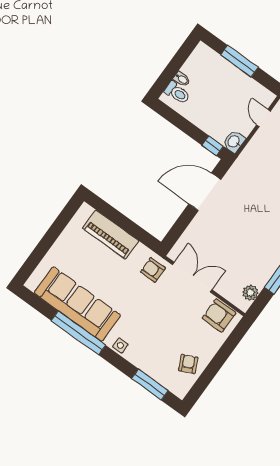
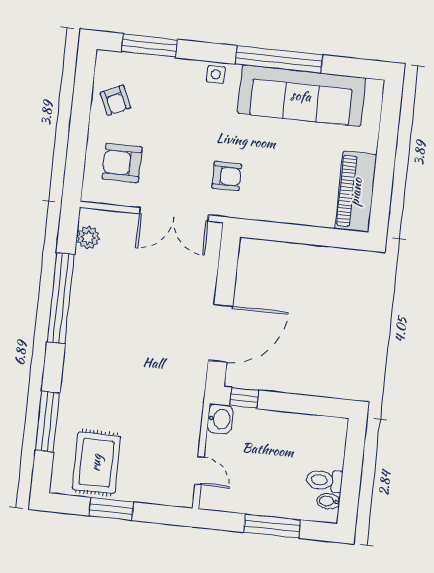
bidet: (182, 79) -> (328, 501), moved
toilet: (177, 93) -> (324, 480), moved
piano: (111, 235) -> (356, 192), moved, turned -90
armchair: (153, 270) -> (227, 176), moved
armchair: (219, 315) -> (122, 163), moved, turned 180

